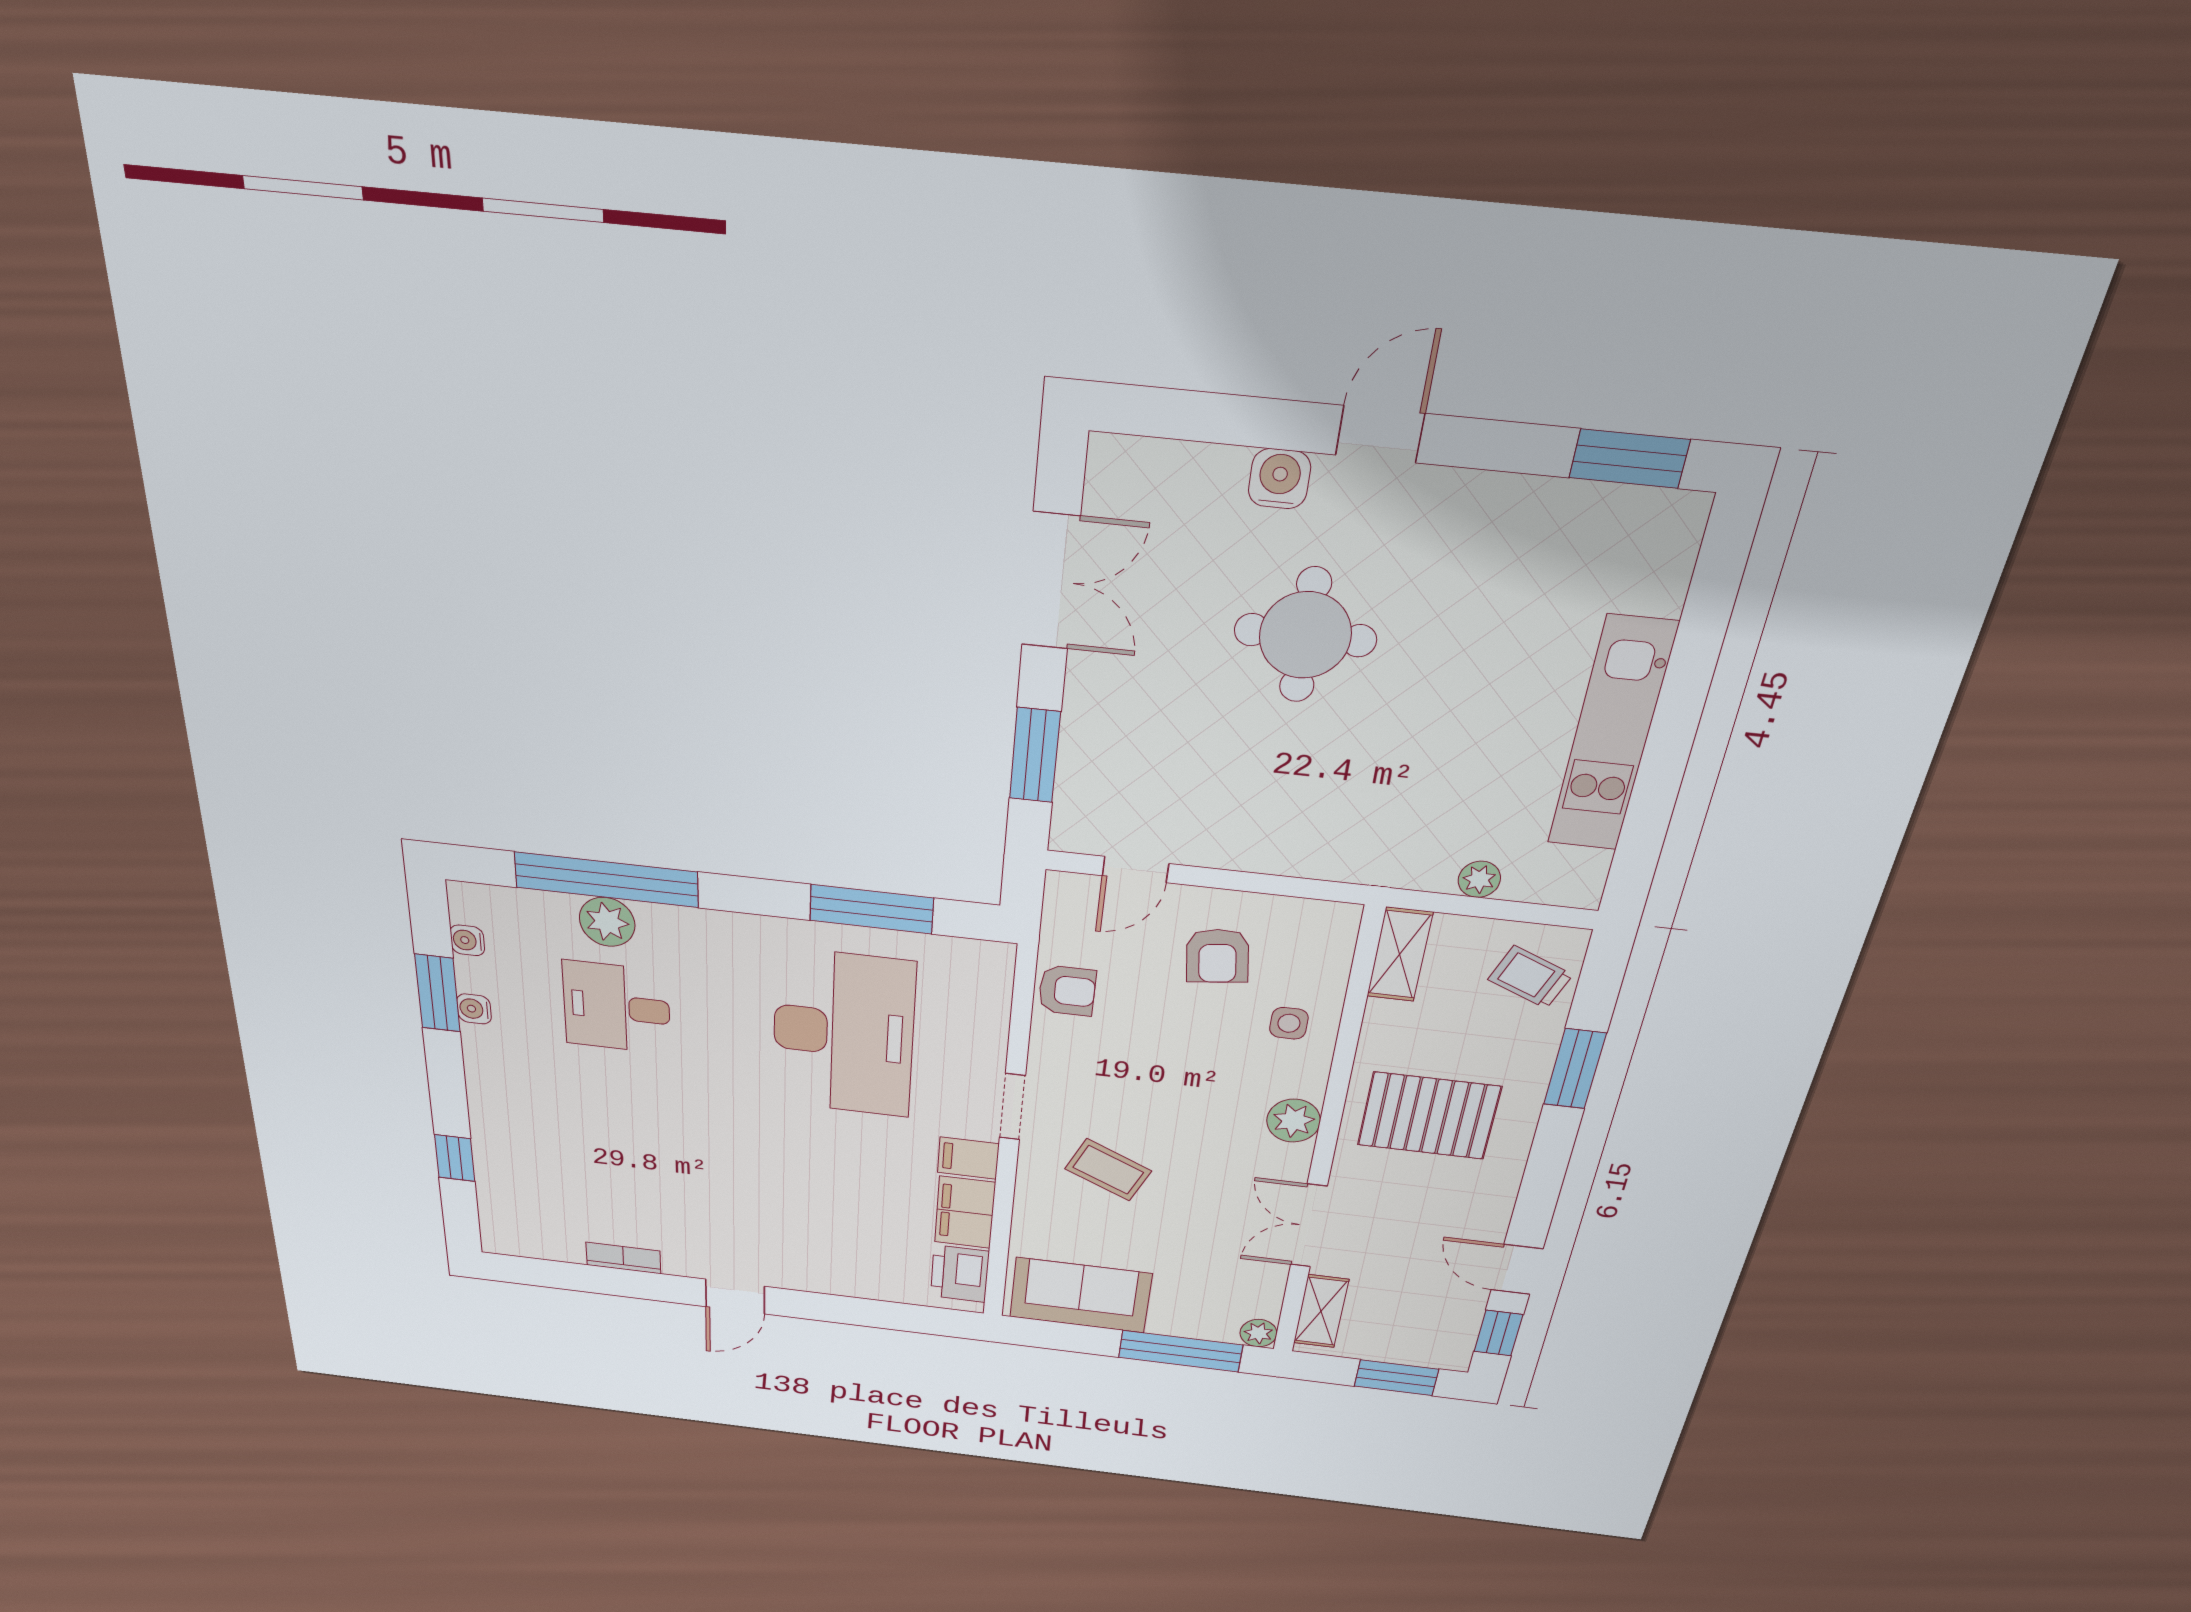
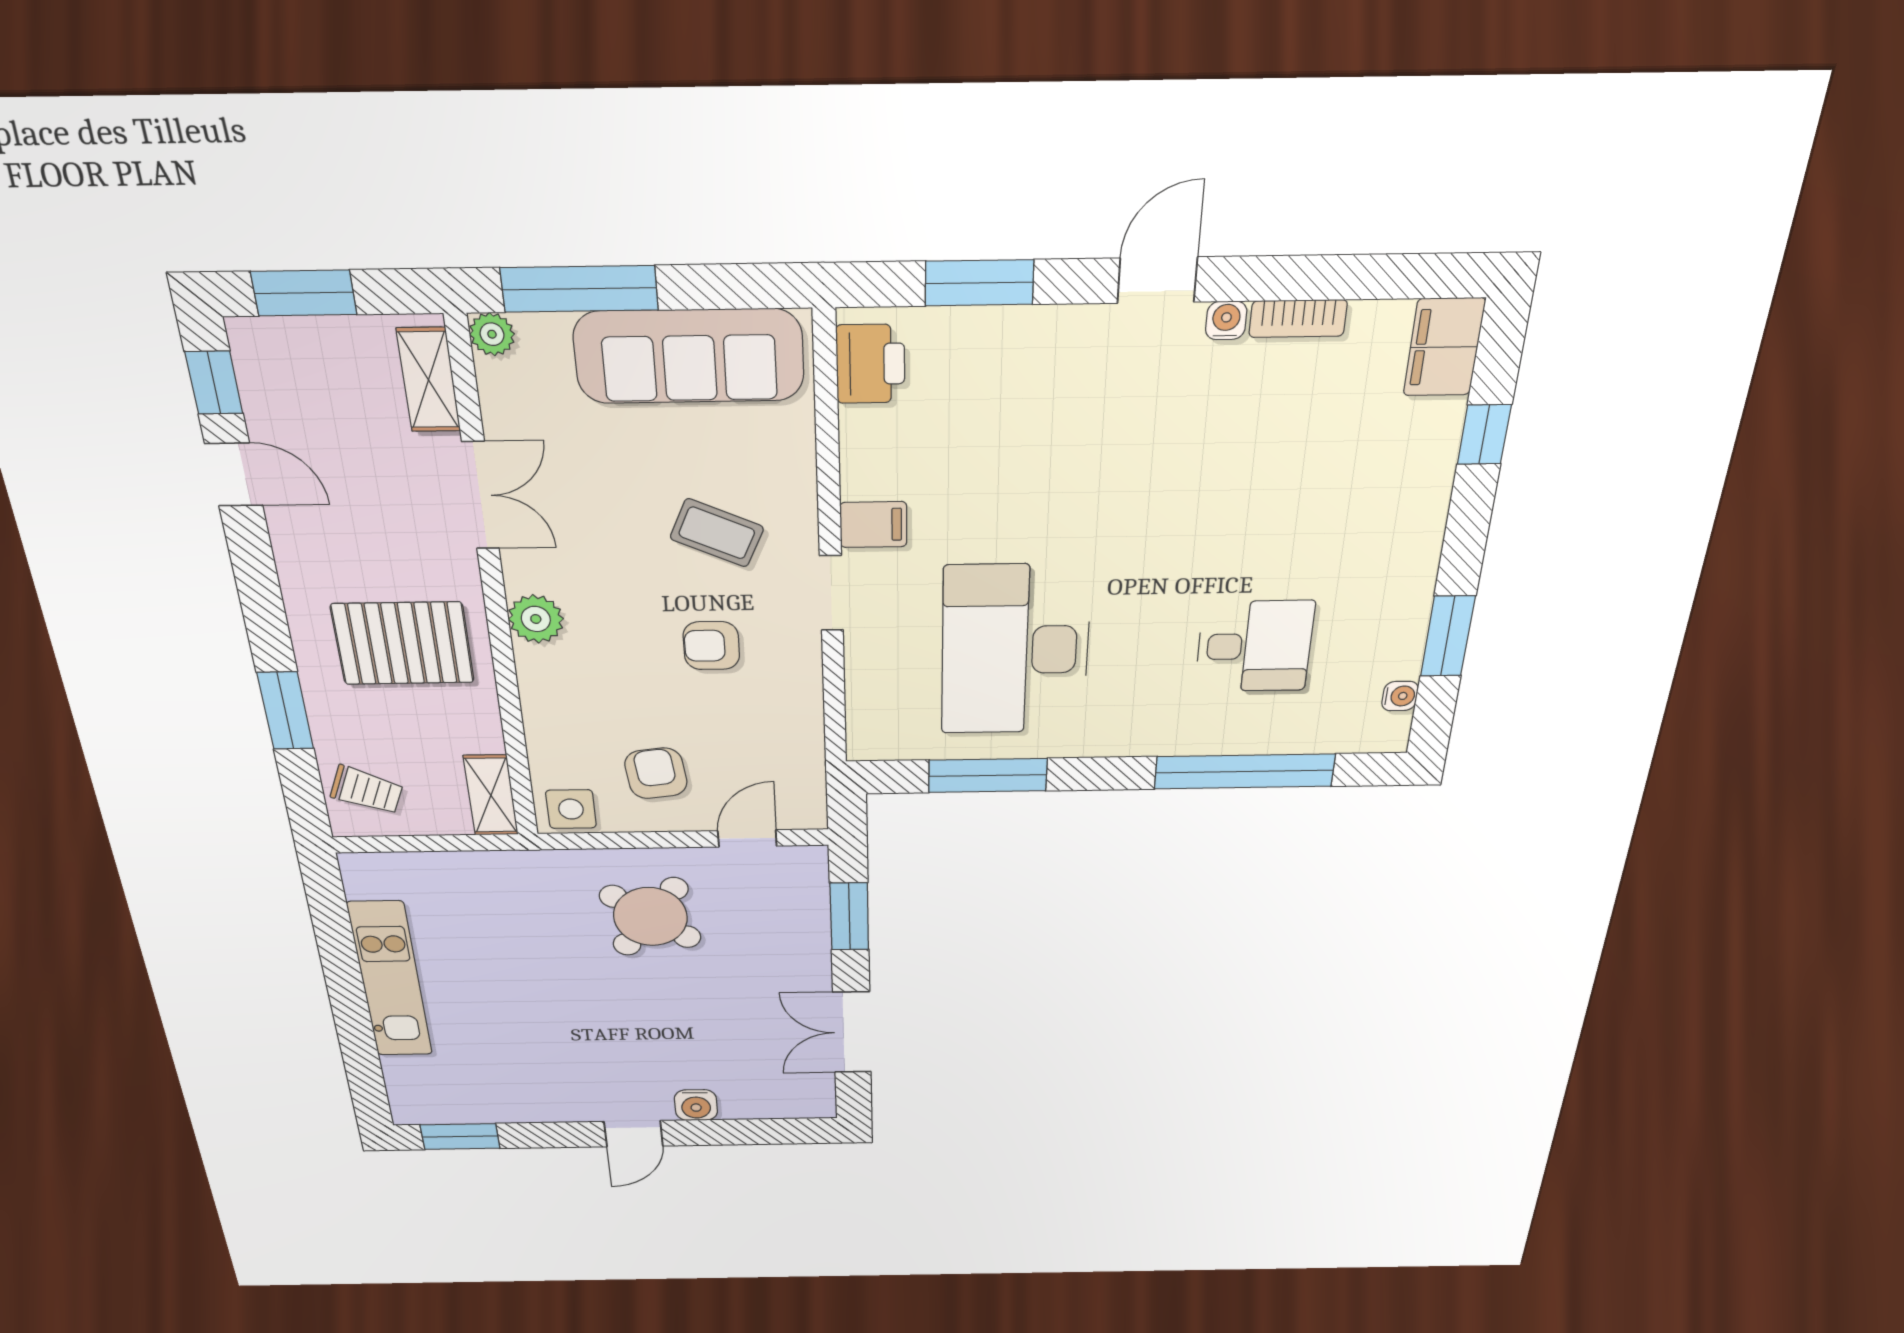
round table: (1305, 635) -> (650, 917), moved, turned 37
plant: (1479, 879) -> (447, 865), removed
plant: (607, 922) -> (1250, 732), removed
armchair: (1067, 991) -> (711, 646), moved
water cooler: (474, 1009) -> (1226, 320), moved, turned -90
side table: (1289, 1023) -> (571, 809), moved, width x1.37, depth x1.37
filing cabinet: (965, 1212) -> (1444, 347), moved, turned 180
sofa: (1080, 1295) -> (689, 356), width x1.36
window: (871, 1313) -> (979, 283), added

